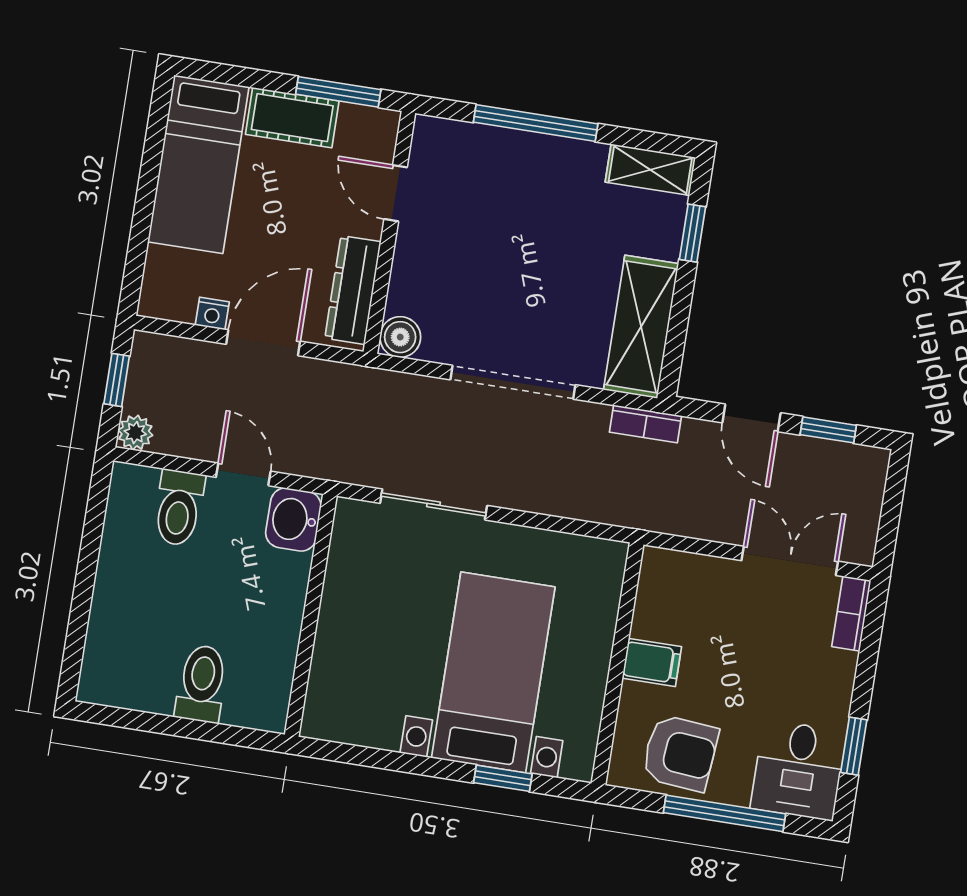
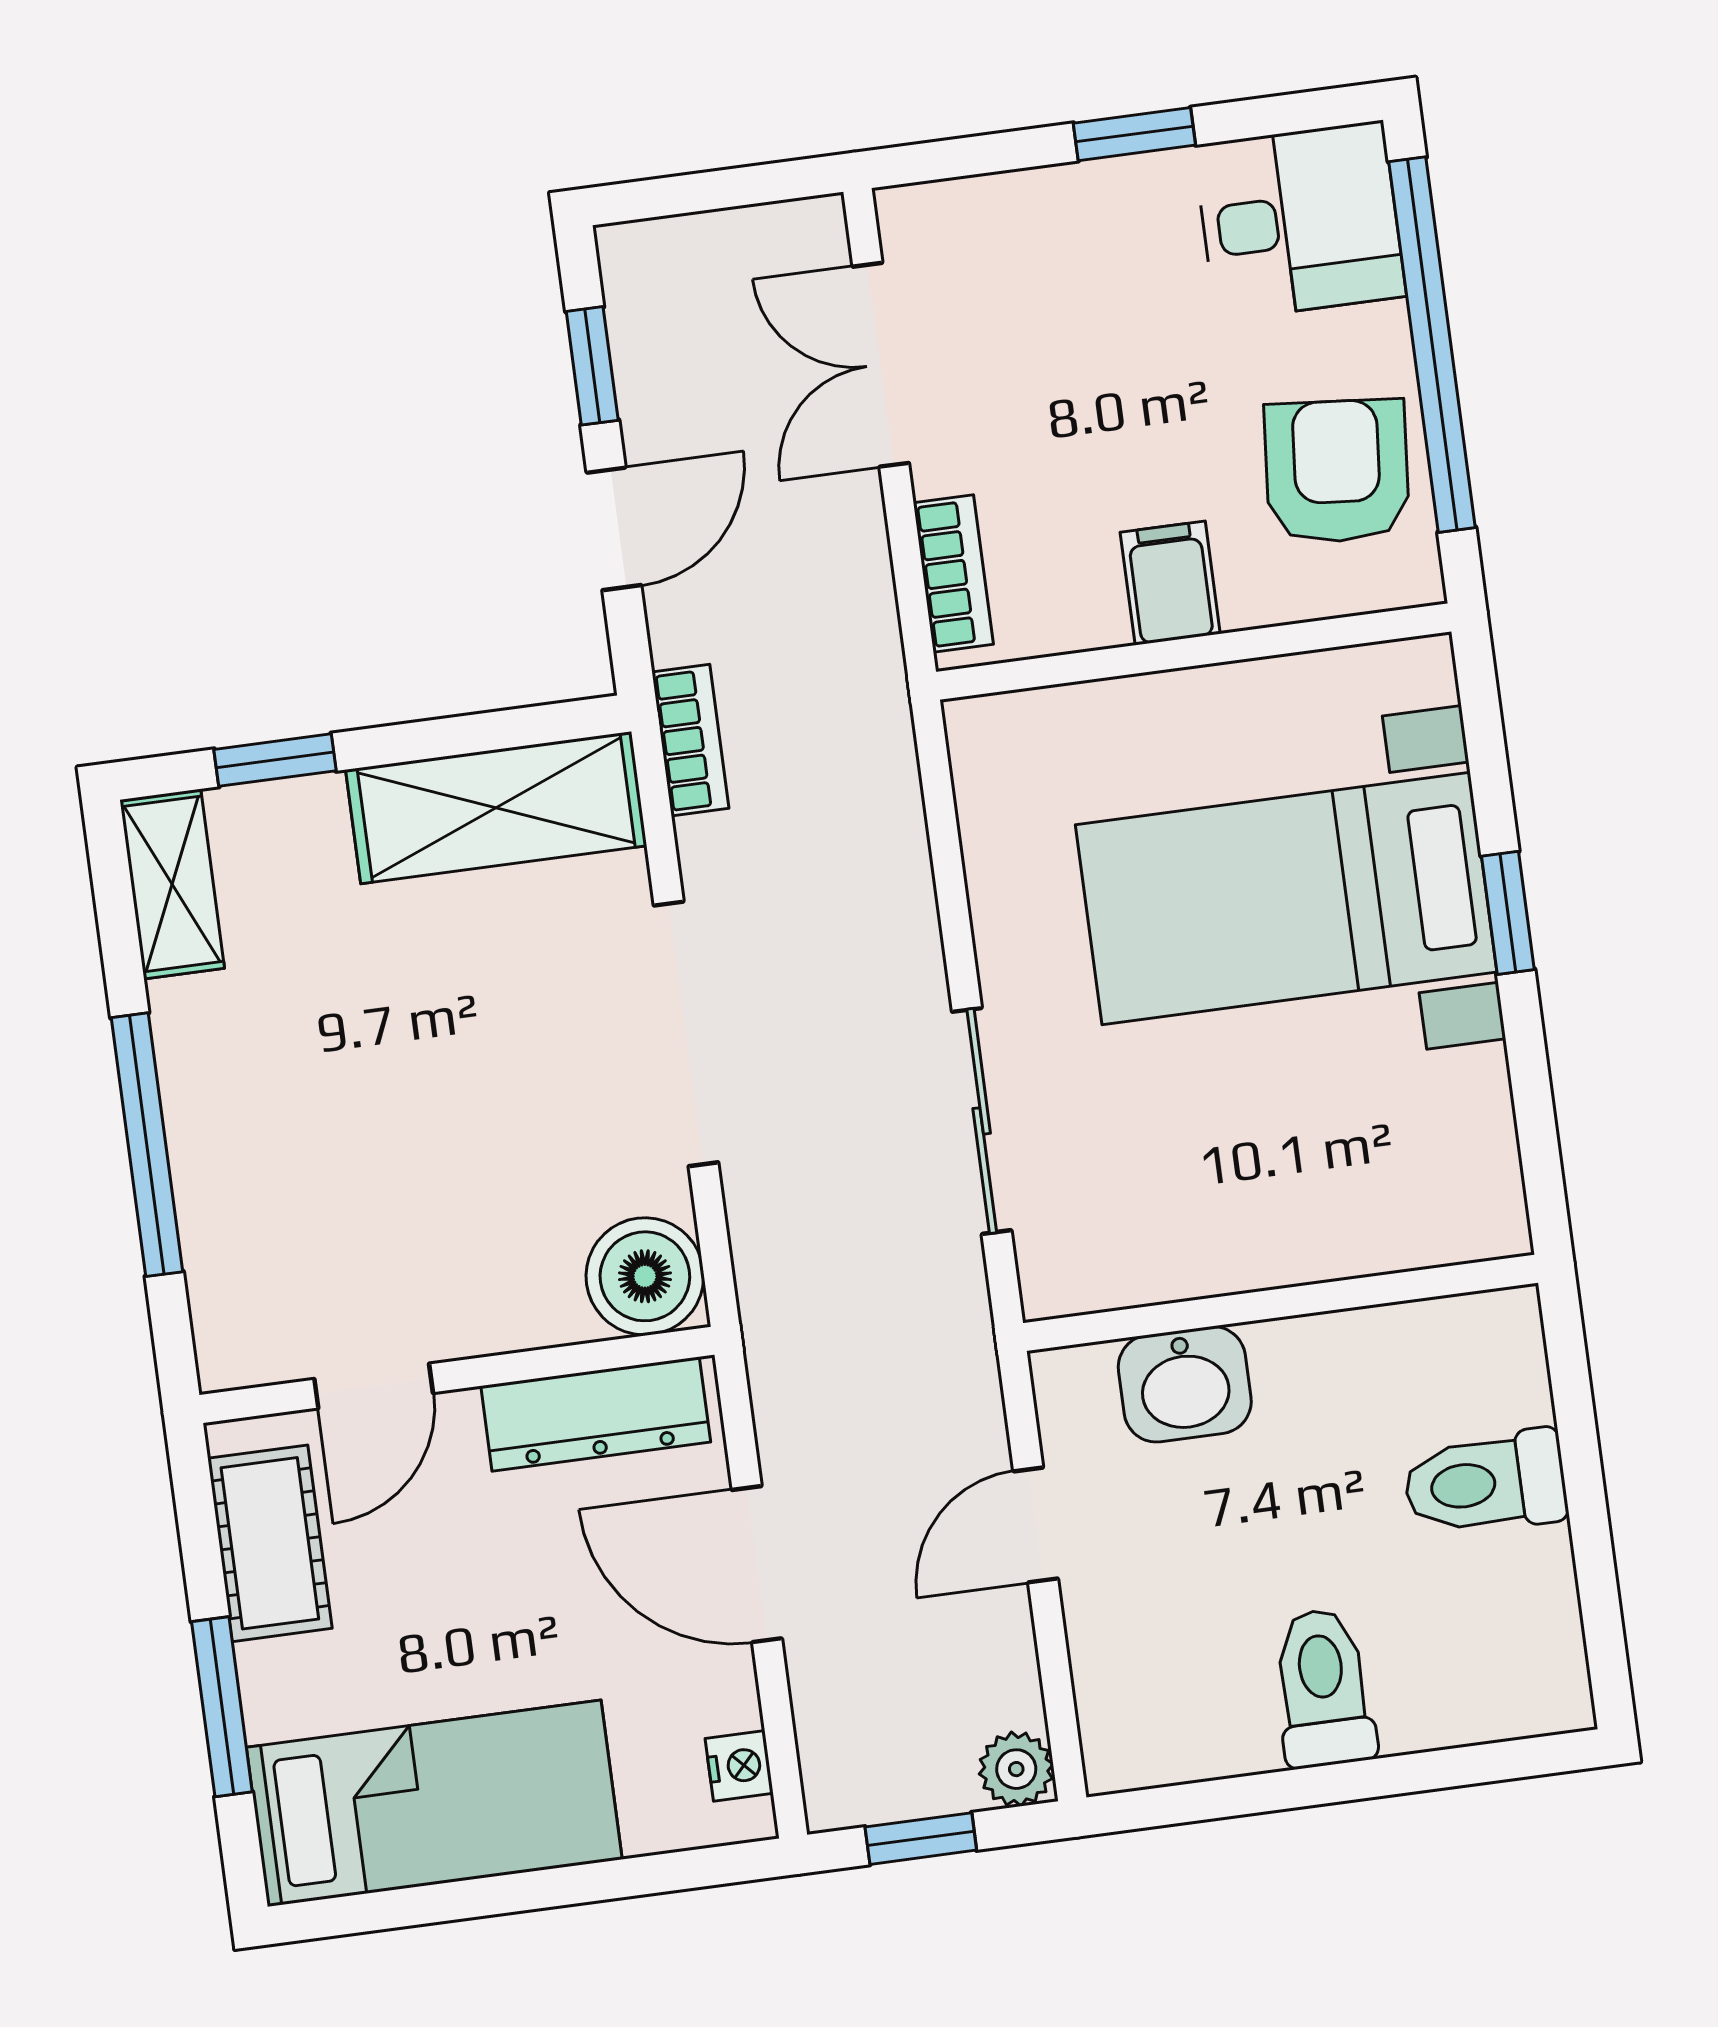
window: (338, 92) -> (222, 1707), moved
cot: (292, 118) -> (270, 1543), moved
nightstand: (212, 314) -> (739, 1766), moved
boiler: (400, 337) -> (645, 1276), width x1.36, depth x1.36
toilet: (179, 508) -> (1323, 1688), moved, turned -90
washbasin: (293, 520) -> (1185, 1384), moved
bookcase: (851, 614) -> (953, 573), moved, turned -90
window: (854, 746) -> (1134, 134), moved
window: (503, 778) -> (1508, 913), moved
window: (724, 813) -> (1432, 345), width x1.46

